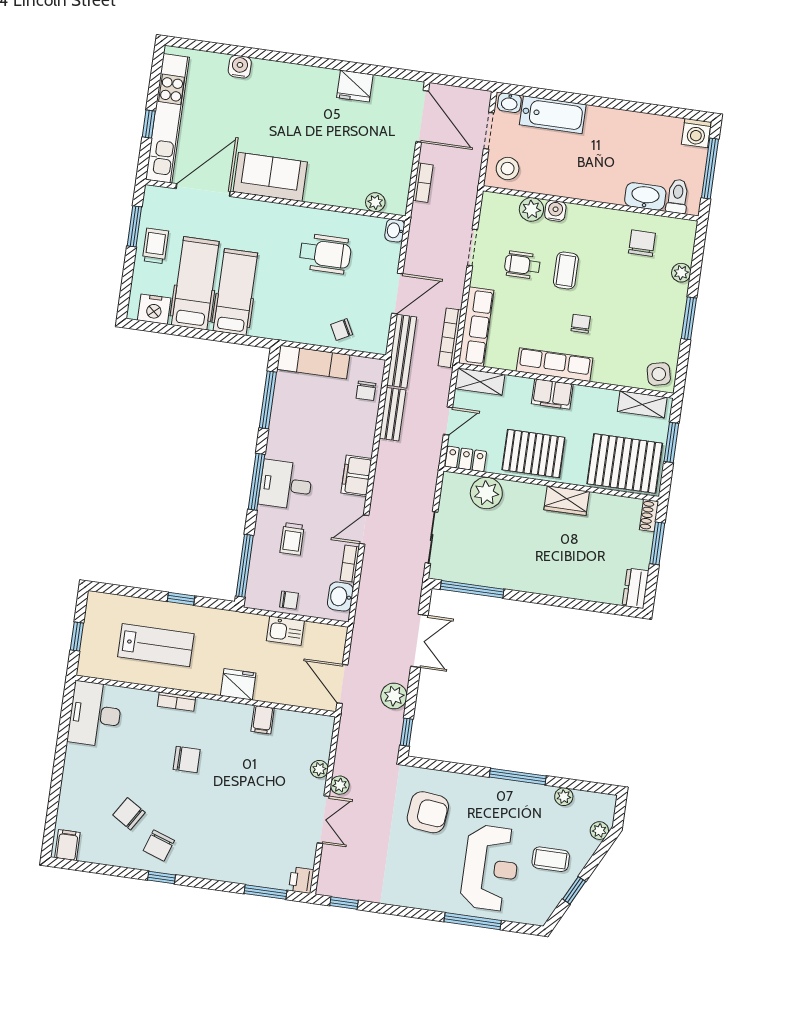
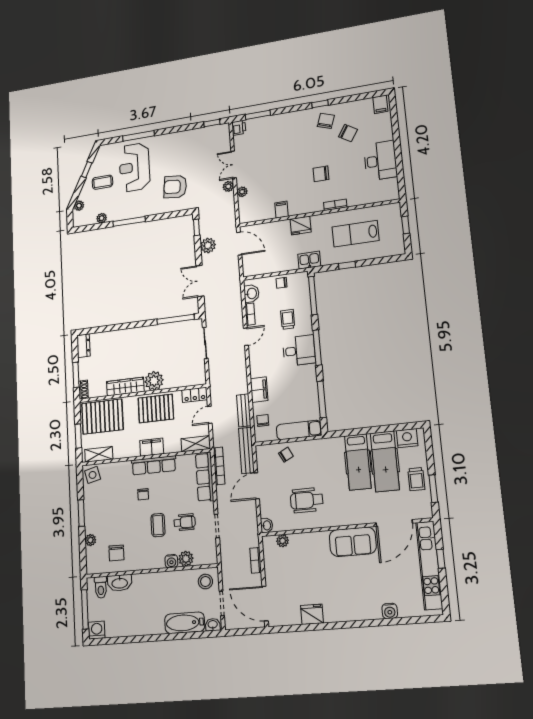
filing cabinet: (356, 476) -> (259, 390), moved
plant: (486, 493) -> (154, 381), moved
wardrobe: (567, 501) -> (125, 387), width x1.50
kitchen sink: (285, 631) -> (309, 260), moved
desk: (95, 714) -> (380, 161), moved

